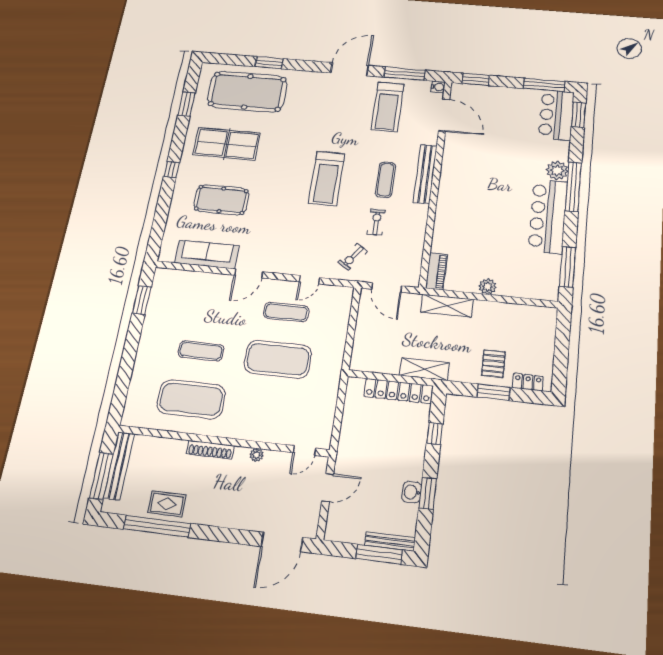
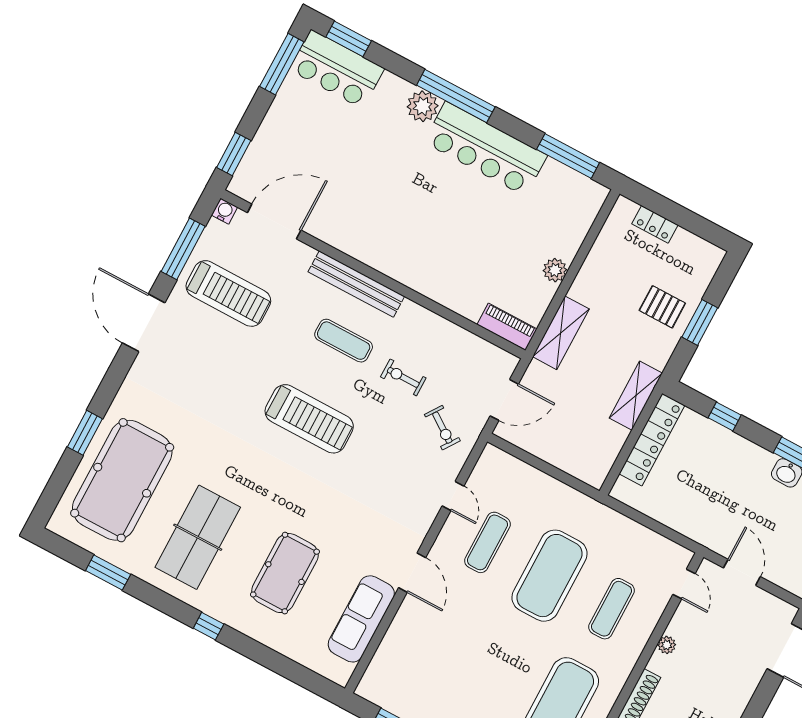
exercise mat: (201, 351) -> (612, 609), moved
locker: (528, 382) -> (655, 224), moved, turned -90

